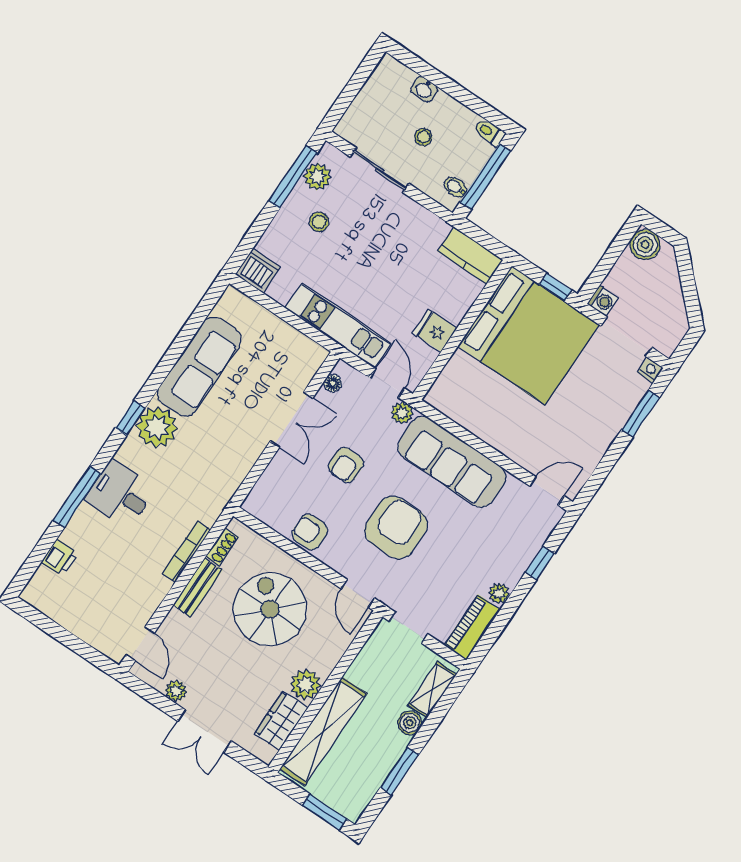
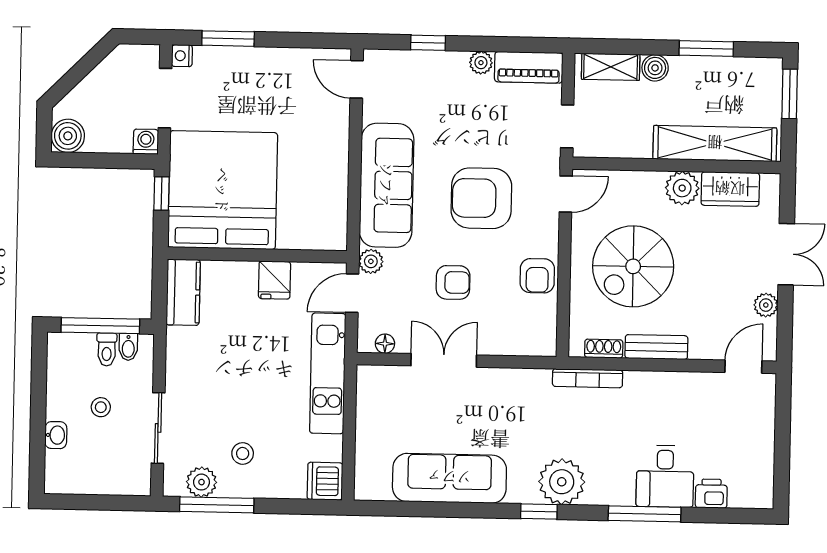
toilet: (489, 132) -> (107, 349), moved
plant: (157, 427) -> (562, 482), moved
desk: (120, 494) -> (665, 476), moved
bookcase: (187, 551) -> (588, 378), moved

